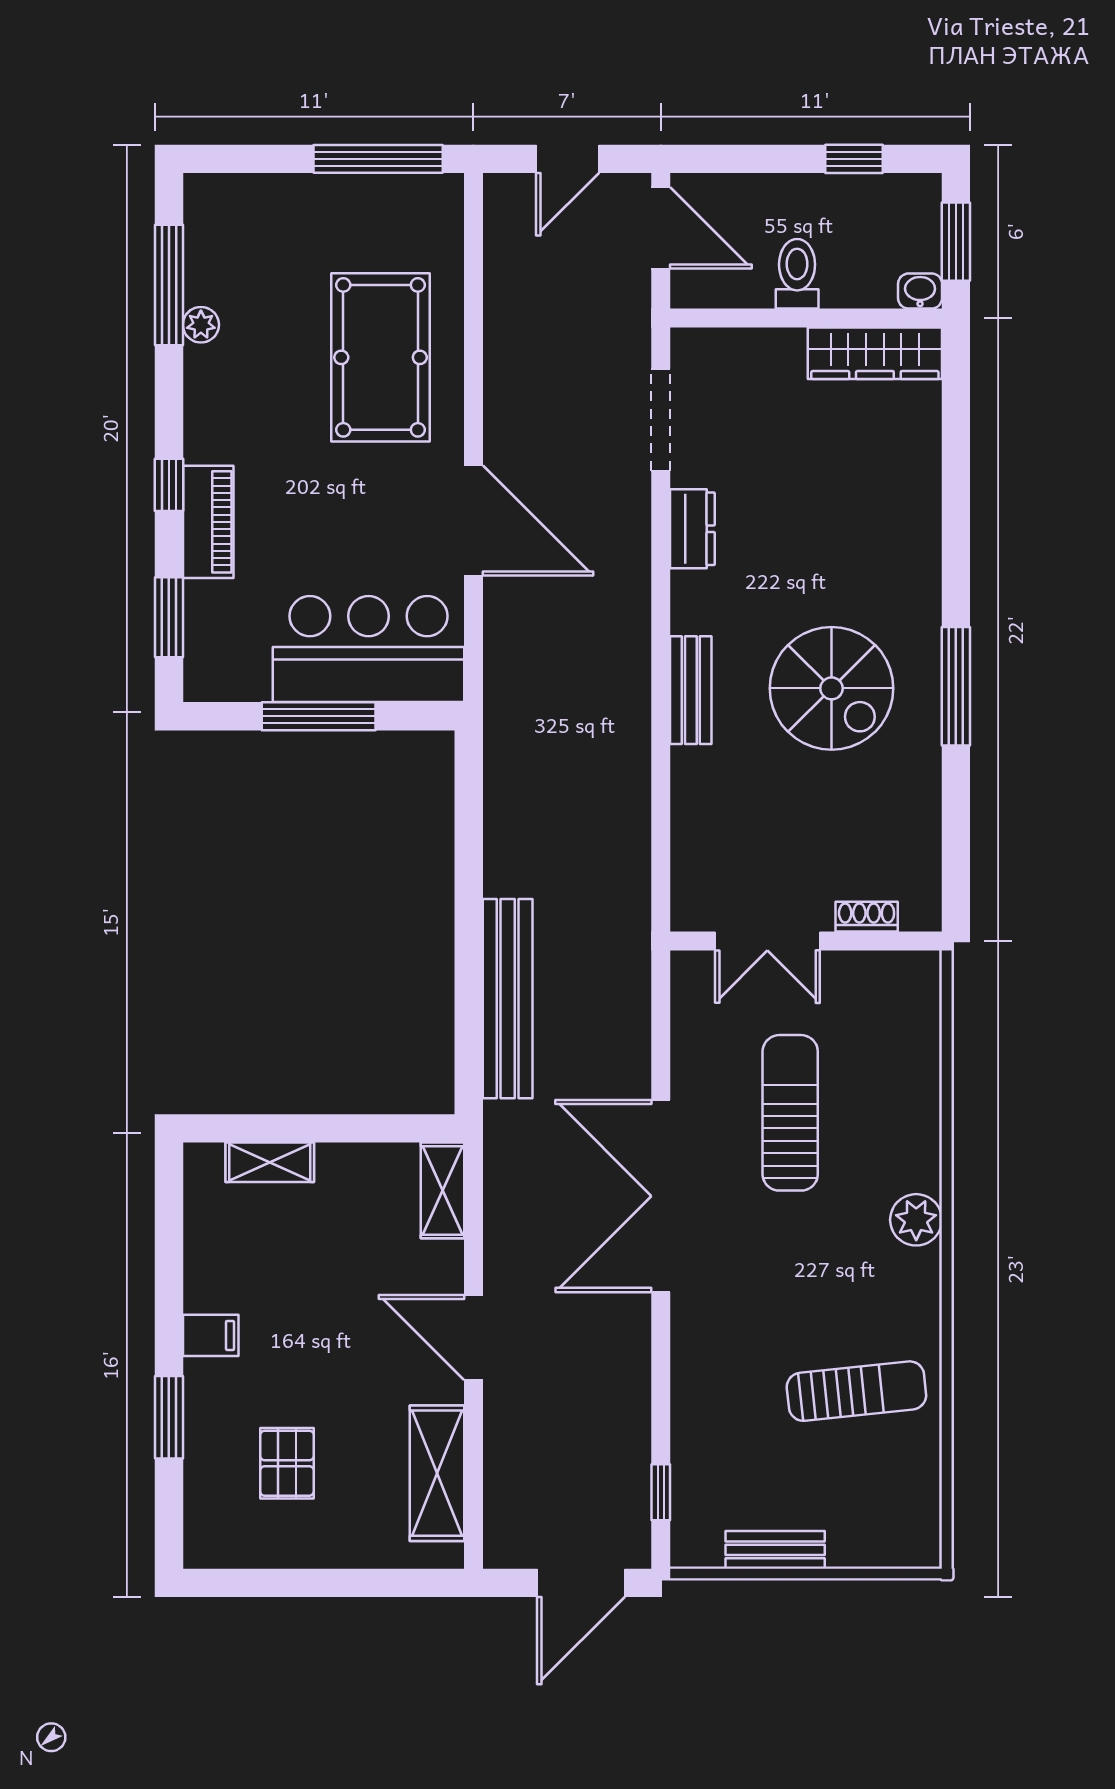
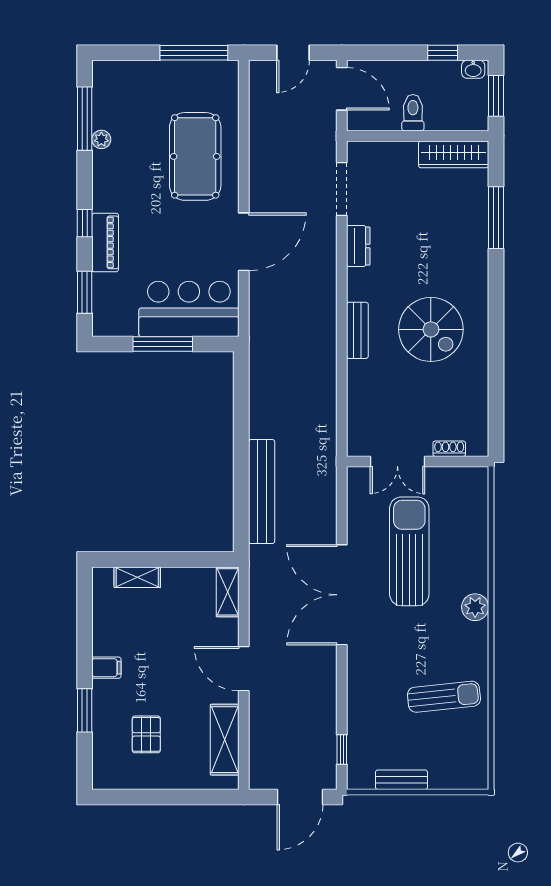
washbasin: (920, 291) -> (473, 69), moved, turned 180
door: (473, 521) -> (244, 242), hinge flipped
window: (956, 686) -> (496, 218), moved
sun lounger: (790, 1113) -> (409, 551), width x1.36, depth x1.34

